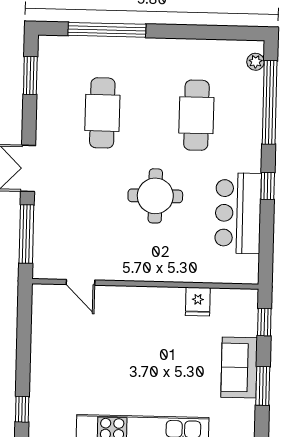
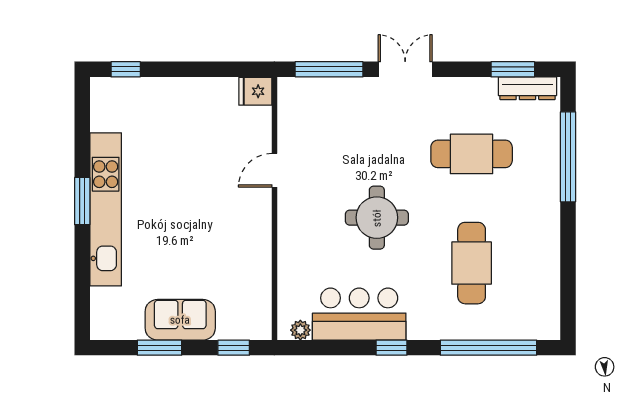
plant: (256, 62) -> (300, 330), moved
dresser: (47, 63) -> (527, 88), added
cafe table: (196, 115) -> (472, 263), turned 90
door: (80, 282) -> (274, 170), moved
fridge: (198, 302) -> (255, 91), moved

